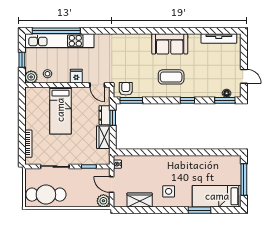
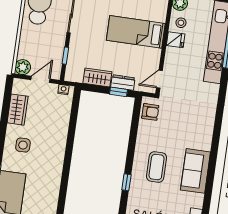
fridge: (76, 76) -> (176, 40), moved
window: (131, 100) -> (136, 116), removed

